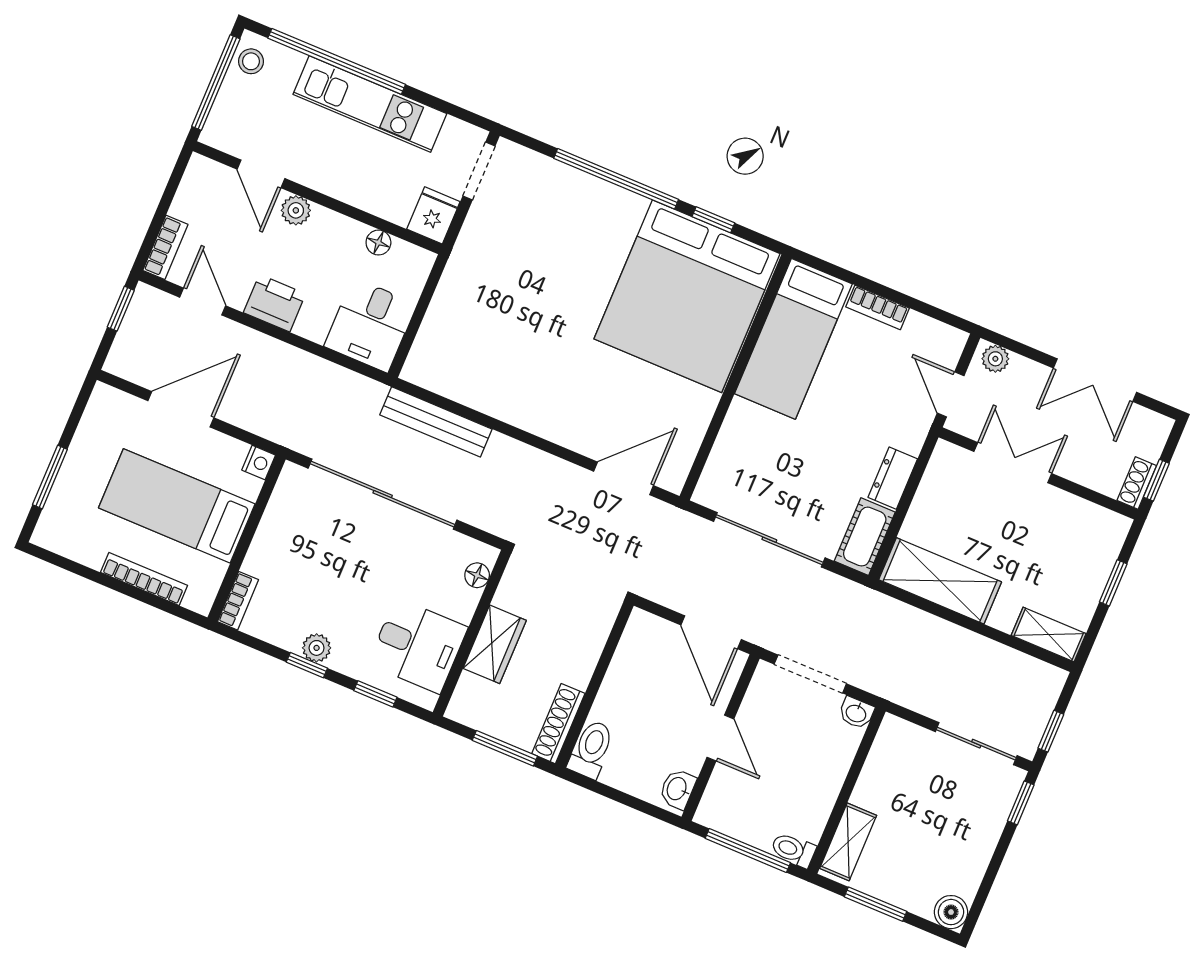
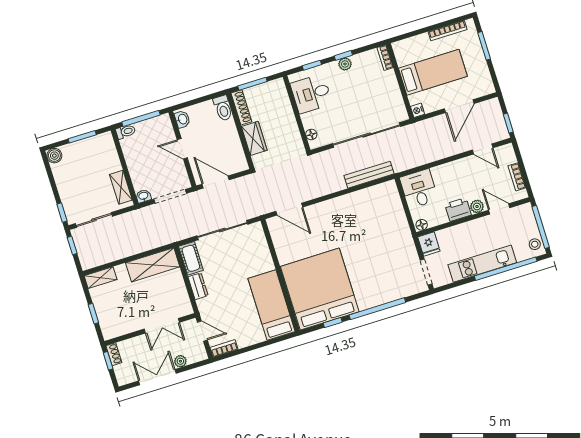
floor lamp: (378, 243) -> (422, 225), moved
bookcase: (165, 247) -> (517, 177), moved
printer: (275, 303) -> (458, 210), moved, turned 180
bookcase: (878, 307) -> (224, 348), moved
plant: (995, 359) -> (180, 361), moved
door: (624, 478) -> (289, 209), hinge flipped
bookcase: (144, 579) -> (448, 31), moved
wardrobe: (495, 644) -> (254, 138), moved, turned 180
shelving: (848, 842) -> (121, 187), moved

